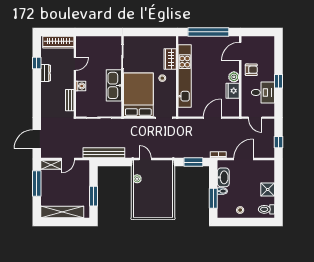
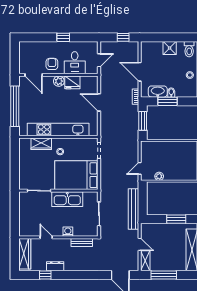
desk: (263, 92) -> (75, 63), moved, turned 180
window: (213, 198) -> (167, 101), moved

